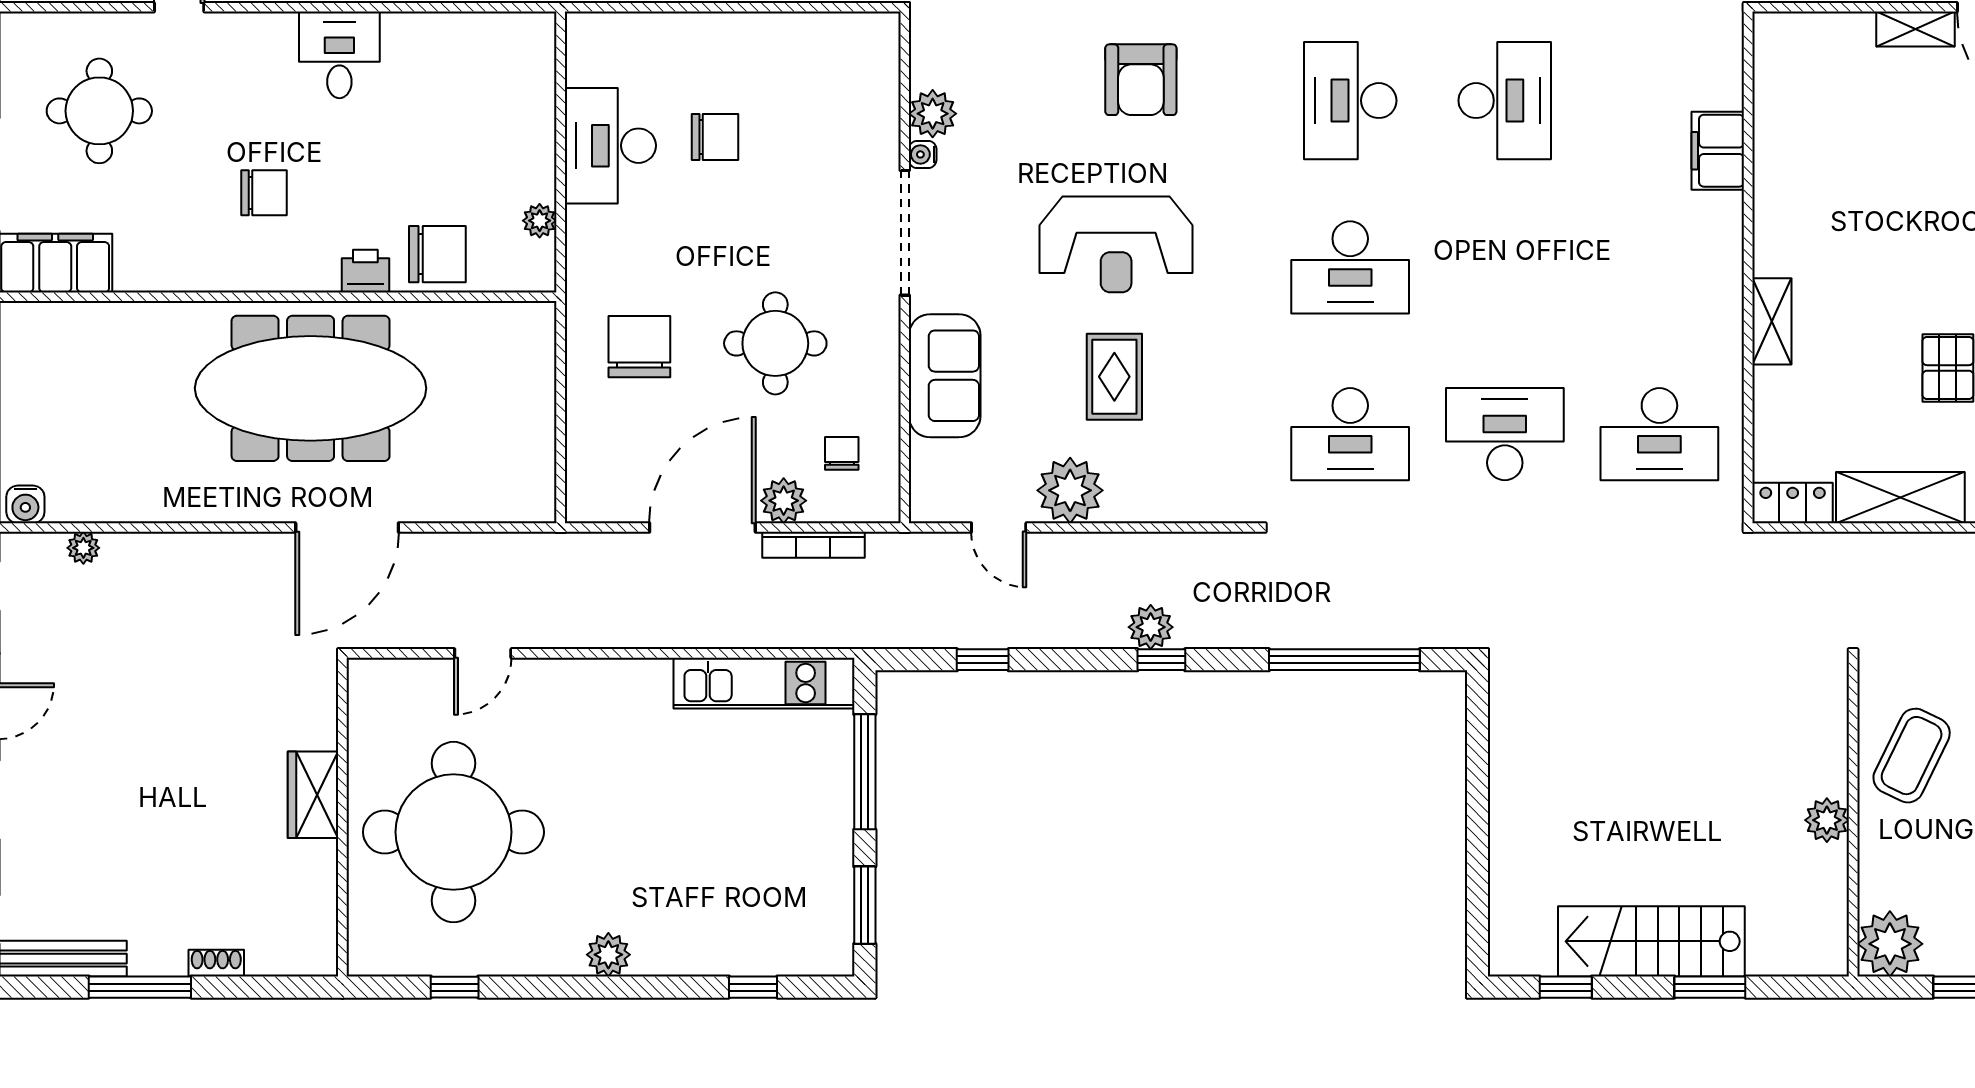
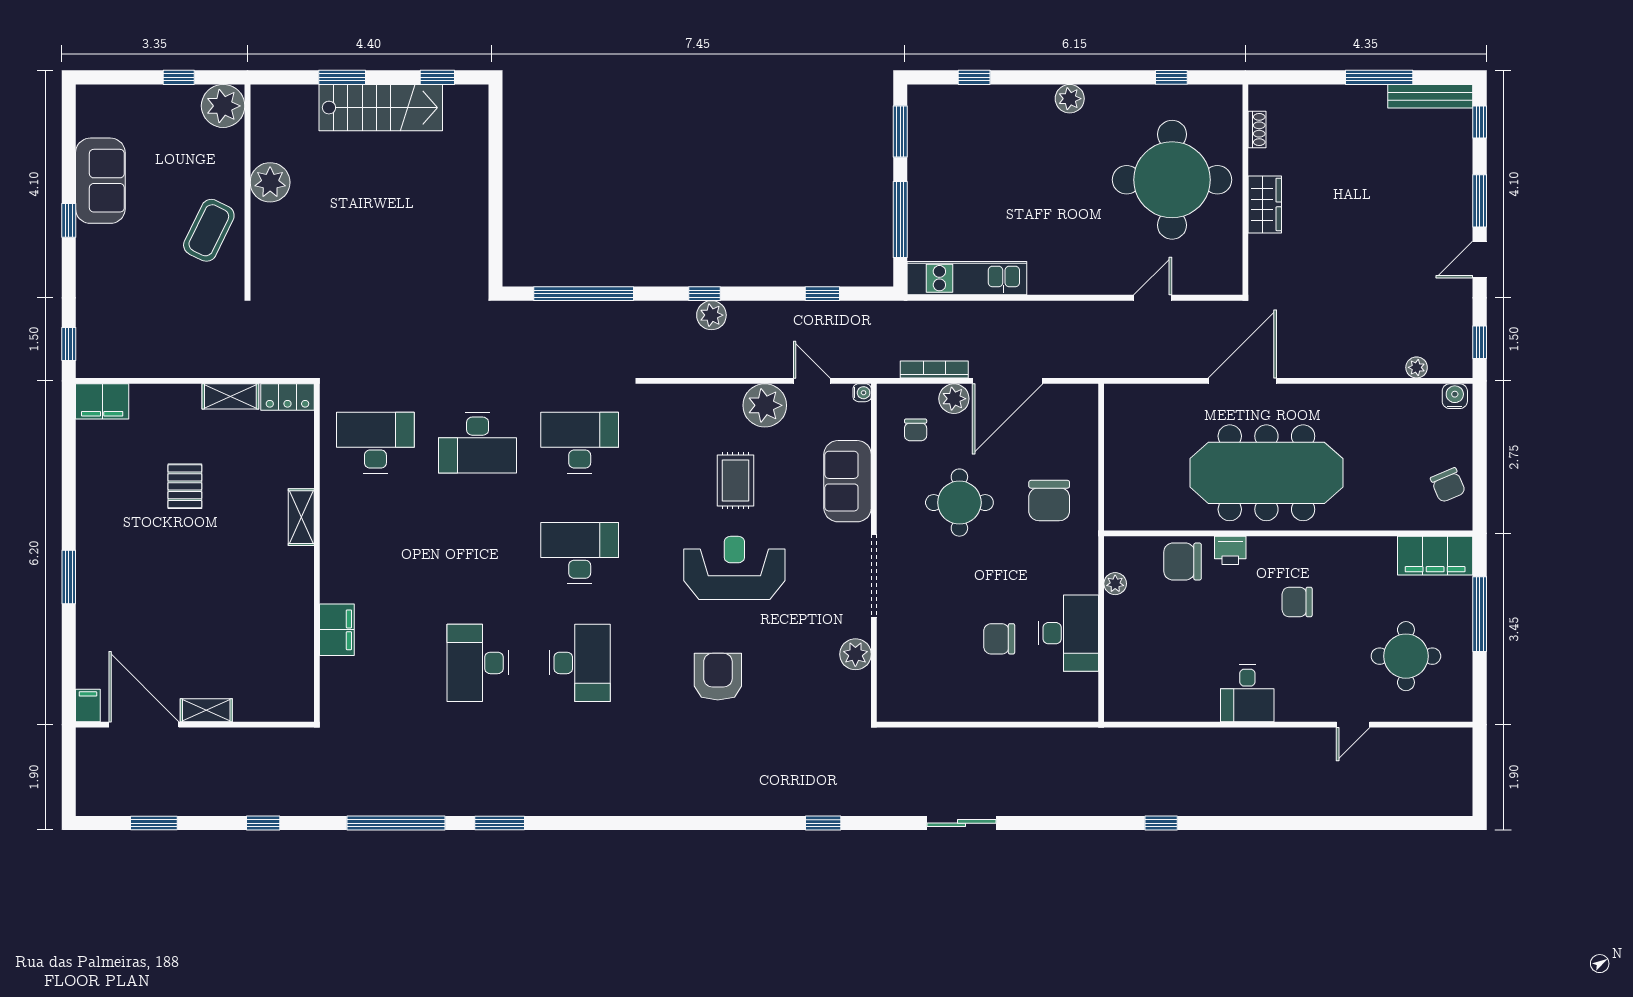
water cooler: (923, 154) -> (862, 393), moved
chair: (36, 370) -> (1448, 485), added
shelving: (1900, 498) -> (230, 396), width x0.67, depth x0.75
plant: (1827, 820) -> (270, 182), width x1.36, depth x1.36
shoe rack: (216, 963) -> (1257, 129), moved, turned -90

